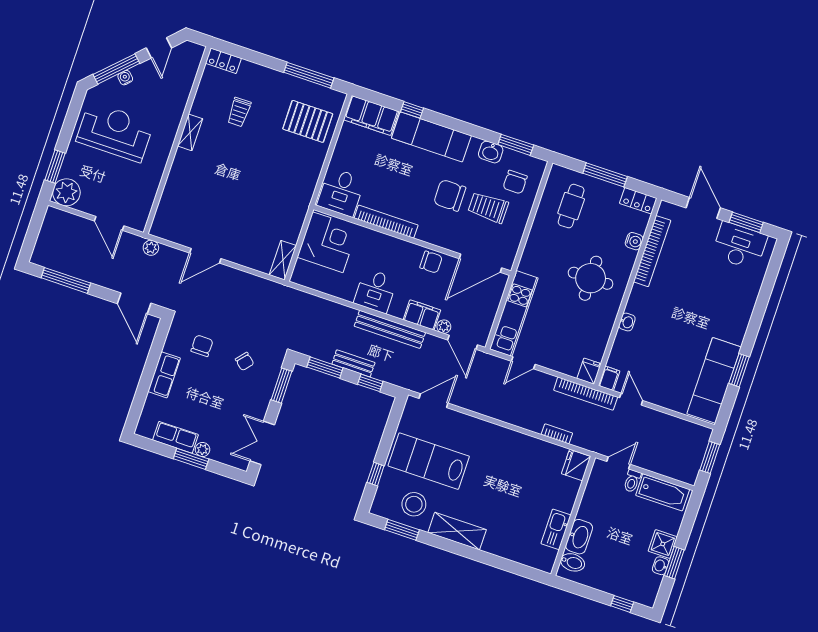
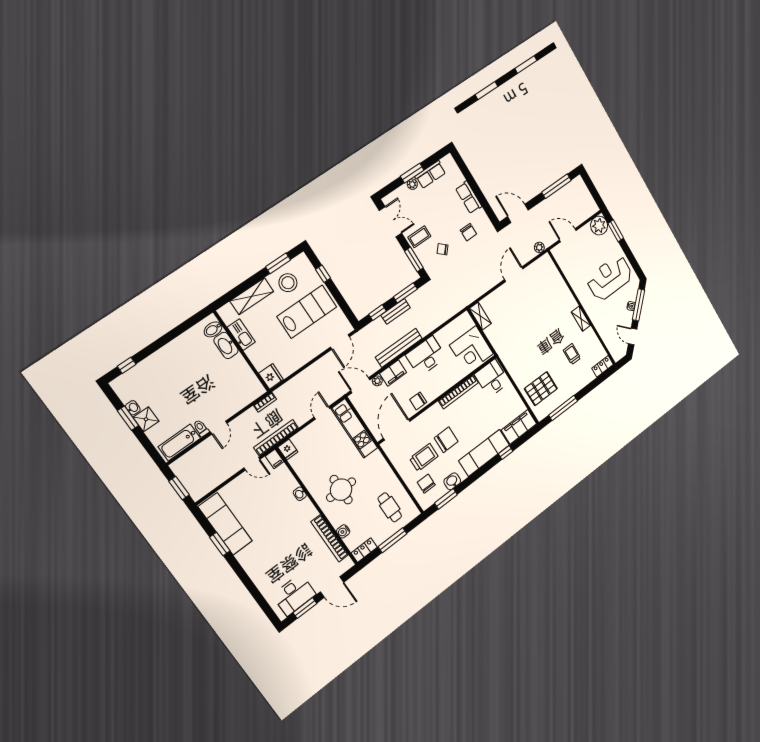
reception desk: (115, 132) -> (610, 278), turned 180
desk: (376, 291) -> (426, 356), width x1.37
coffee table: (252, 398) -> (419, 237), added
fridge: (576, 465) -> (271, 376), moved
wall: (573, 516) -> (242, 351), moved
kitchen sink: (556, 529) -> (241, 335), moved
washbasin: (579, 537) -> (226, 345), moved
bidet: (573, 562) -> (213, 329), moved

